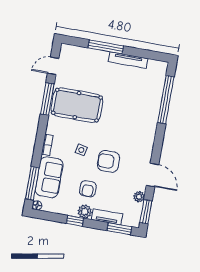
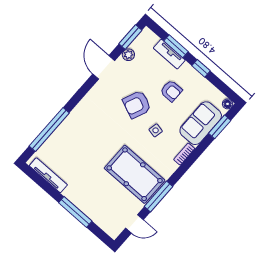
tv unit: (128, 60) -> (48, 175), moved
armchair: (108, 161) -> (137, 105), turned 113
window: (32, 183) -> (220, 127), width x0.69
armchair: (88, 189) -> (171, 91), turned 90
plant: (85, 212) -> (187, 71), removed
window: (119, 229) -> (176, 46), moved

